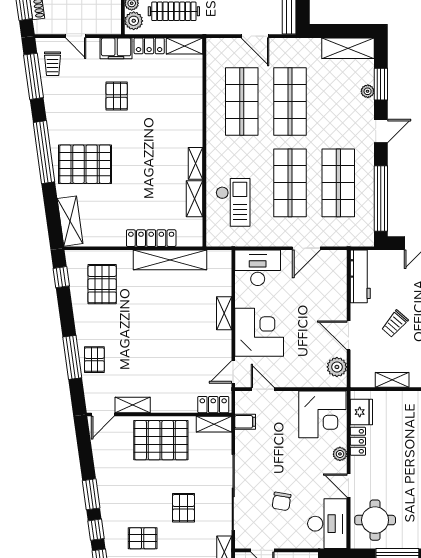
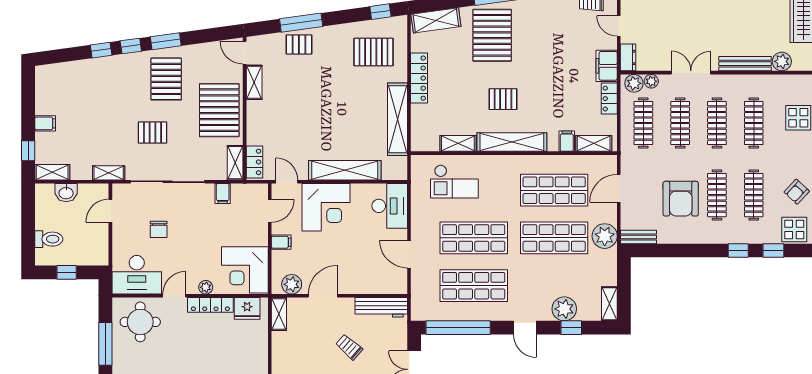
dresser: (108, 27) -> (628, 57), added
door: (76, 36) -> (619, 26), hinge flipped
door: (255, 36) -> (619, 188), moved
shelving: (184, 46) -> (594, 143), moved, turned 90
shelving: (348, 48) -> (609, 304), width x0.67, depth x0.75
plant: (288, 50) -> (605, 236), added
window: (381, 84) -> (571, 328), width x0.67
filing cabinet: (192, 89) -> (567, 141), added
plant: (368, 91) -> (564, 309), width x1.88, depth x1.88
pallet: (117, 96) -> (503, 99), moved
shelving: (195, 163) -> (512, 142), width x2.20, depth x1.33
locker: (151, 238) -> (419, 78), moved
shelving: (224, 313) -> (345, 170), width x2.20, depth x1.33
trolley: (395, 324) -> (349, 347), moved
filing cabinet: (294, 378) -> (281, 242), added
shelving: (392, 380) -> (279, 314), moved
filing cabinet: (245, 422) -> (223, 193), moved
locker: (358, 441) -> (210, 305), width x1.53
chair: (282, 501) -> (159, 229), turned -99
pallet: (143, 538) -> (166, 79), moved, width x1.50, depth x1.42

